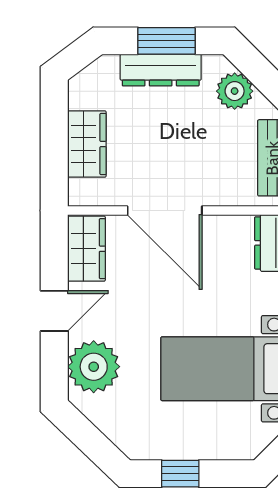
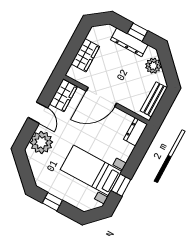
window: (166, 41) -> (138, 32), width x0.67
door: (165, 210) -> (101, 97), hinge flipped
door: (54, 311) -> (38, 113), hinge flipped

